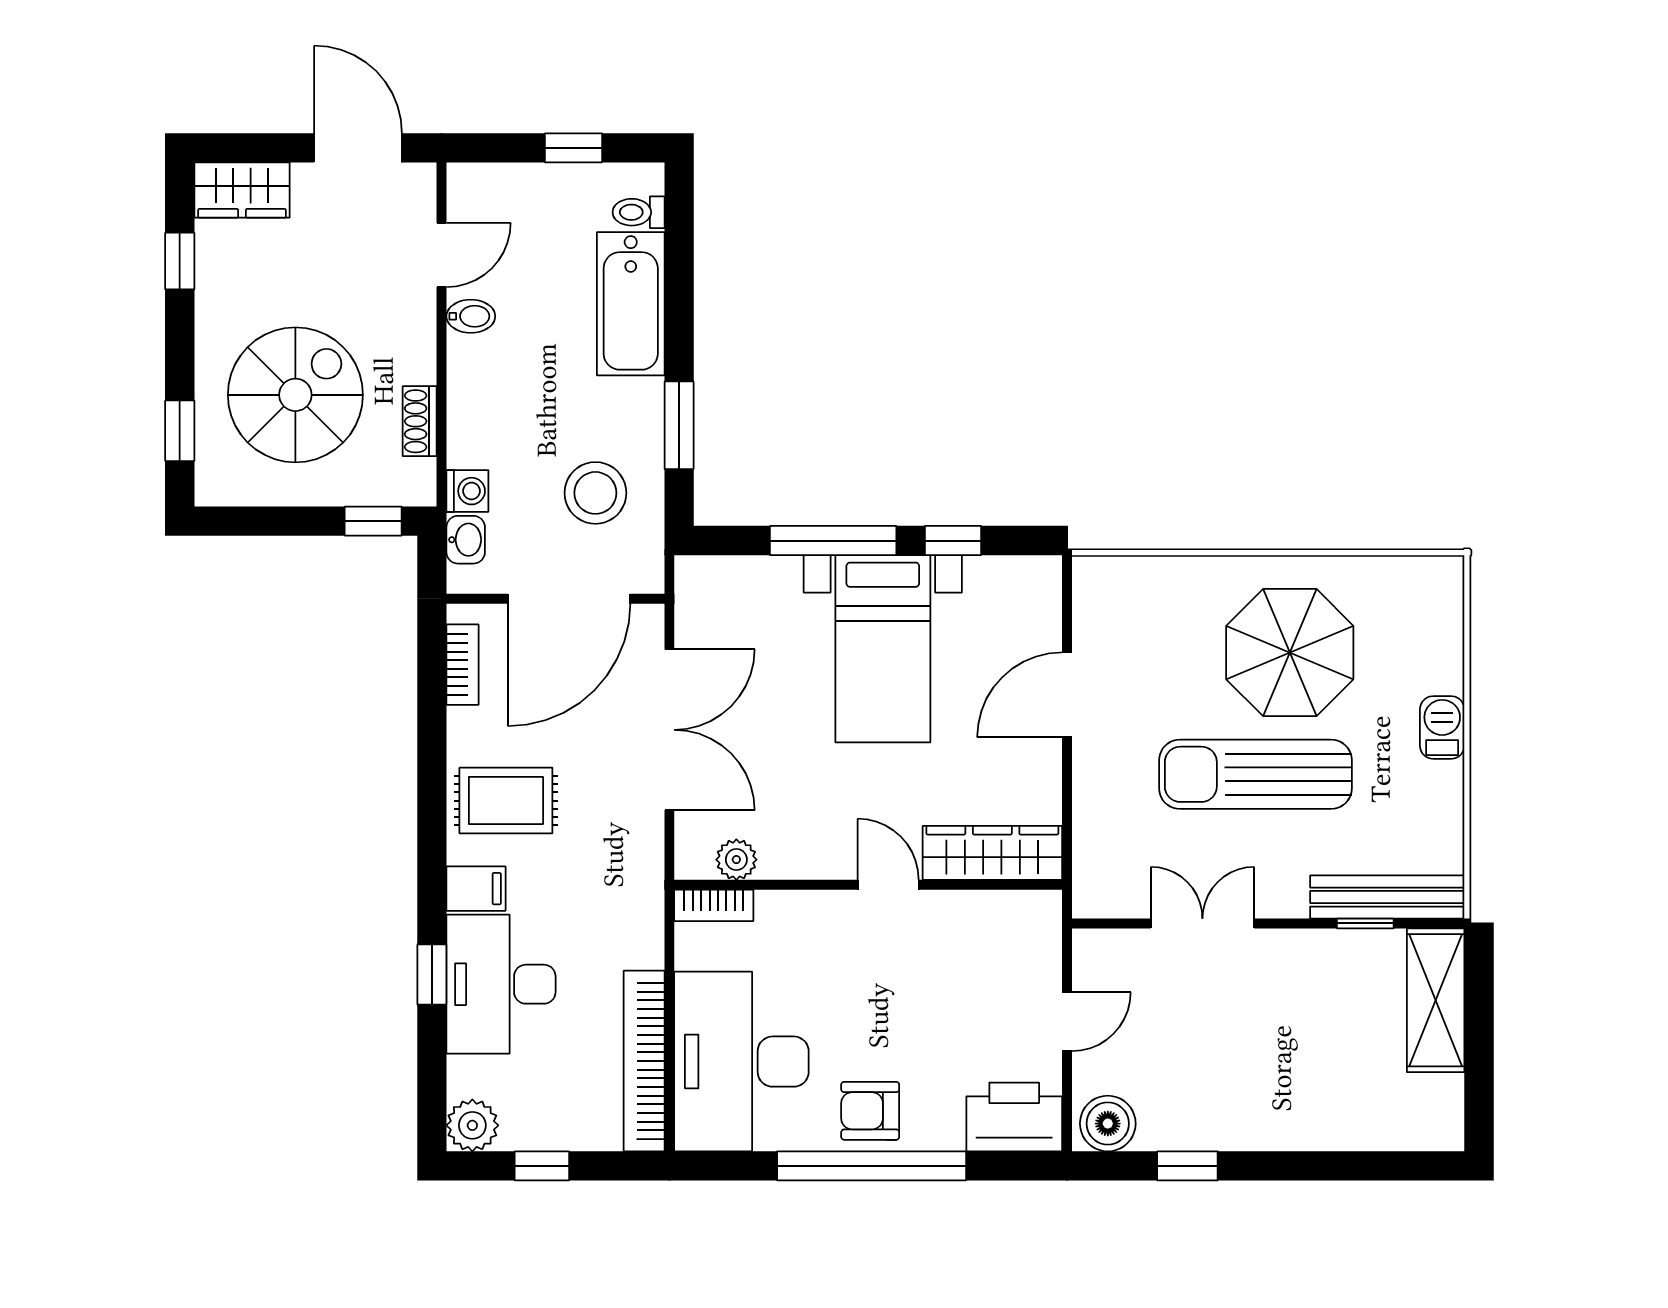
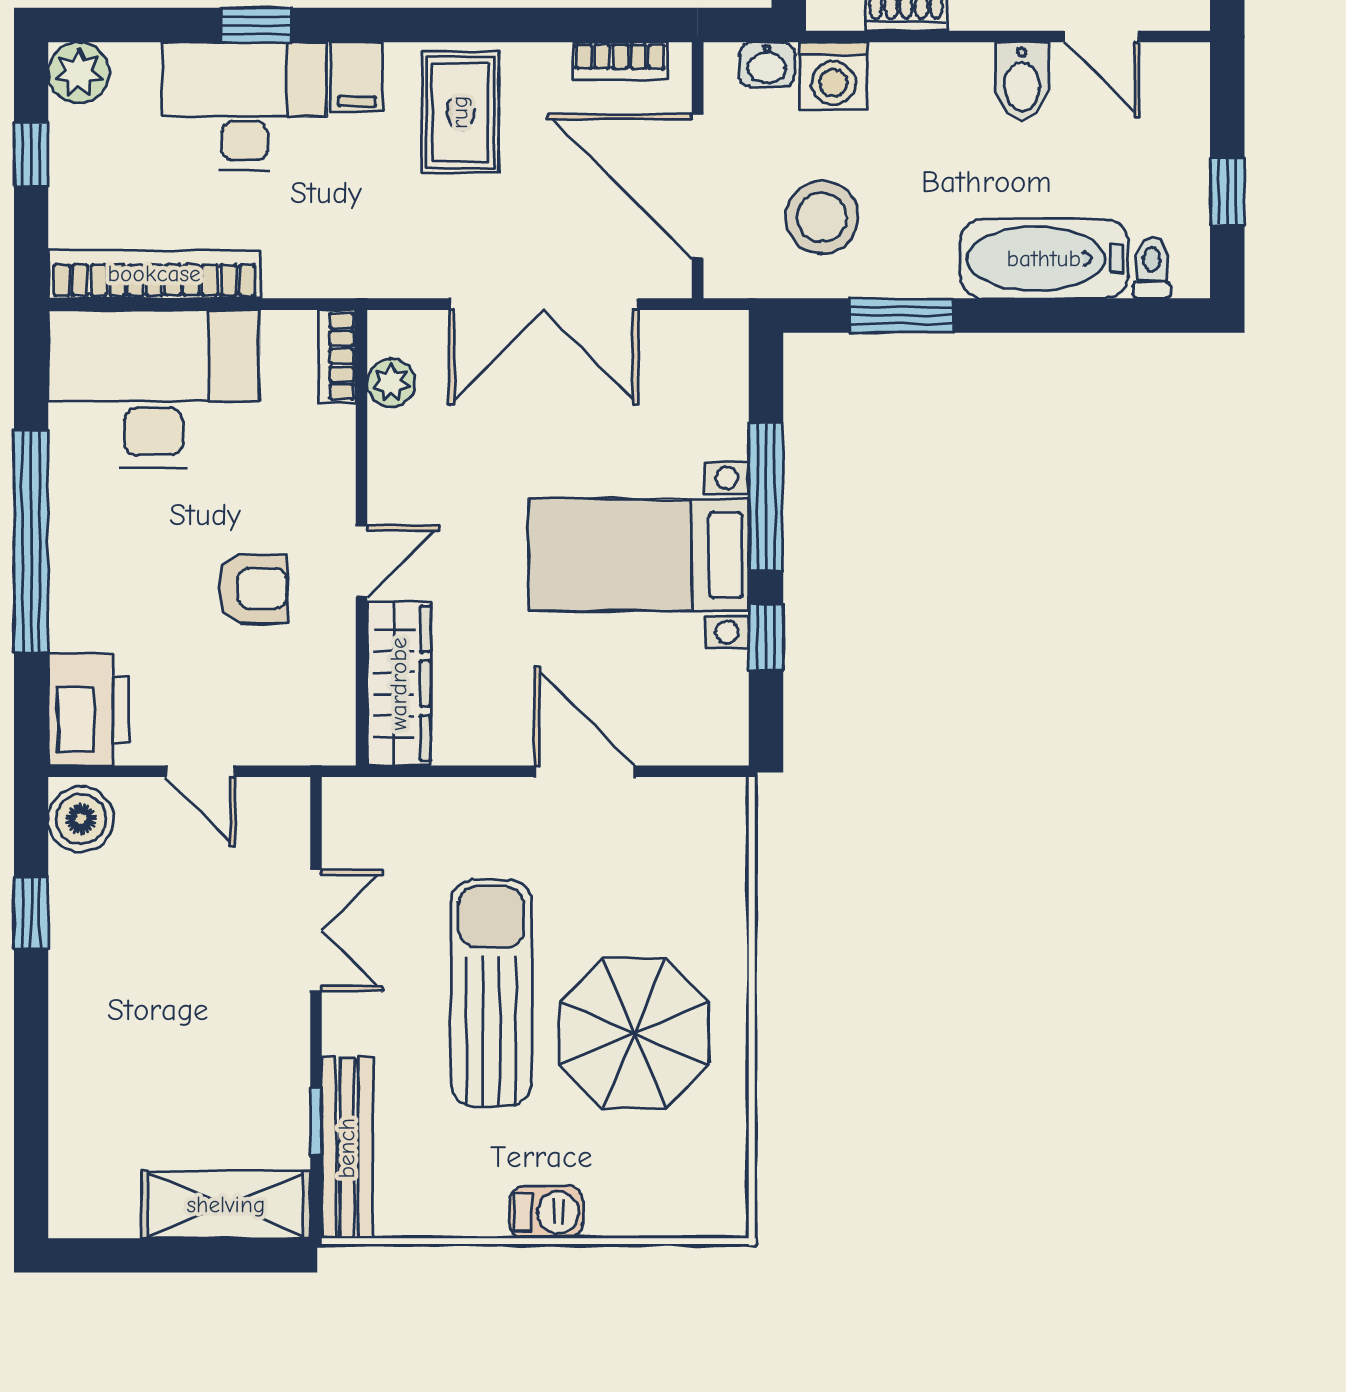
bidet: (471, 316) -> (1022, 81), width x1.38, depth x1.36
washing machine: (467, 491) -> (833, 76), width x1.38, depth x1.38
armchair: (870, 1111) -> (253, 588), moved, turned 90

